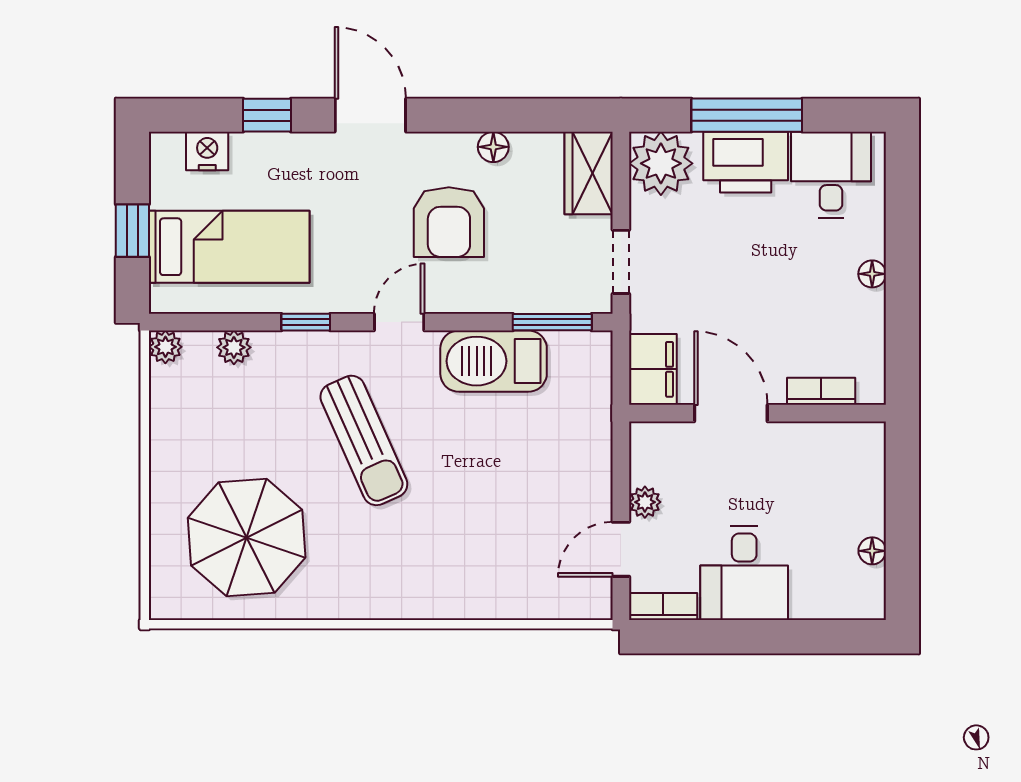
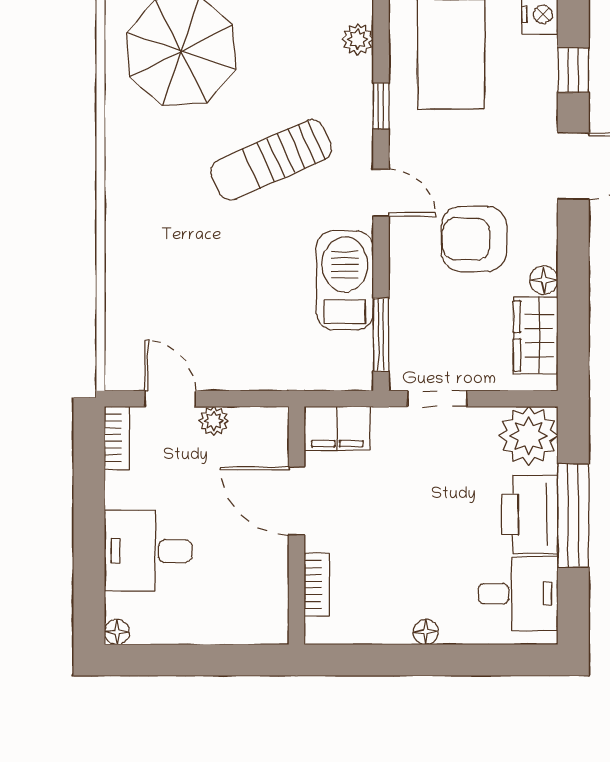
wardrobe: (589, 173) -> (536, 336), moved, turned -90
door: (731, 413) -> (296, 501), swing flipped
floor lamp: (872, 551) -> (117, 632), moved
desk: (744, 573) -> (148, 551), moved

